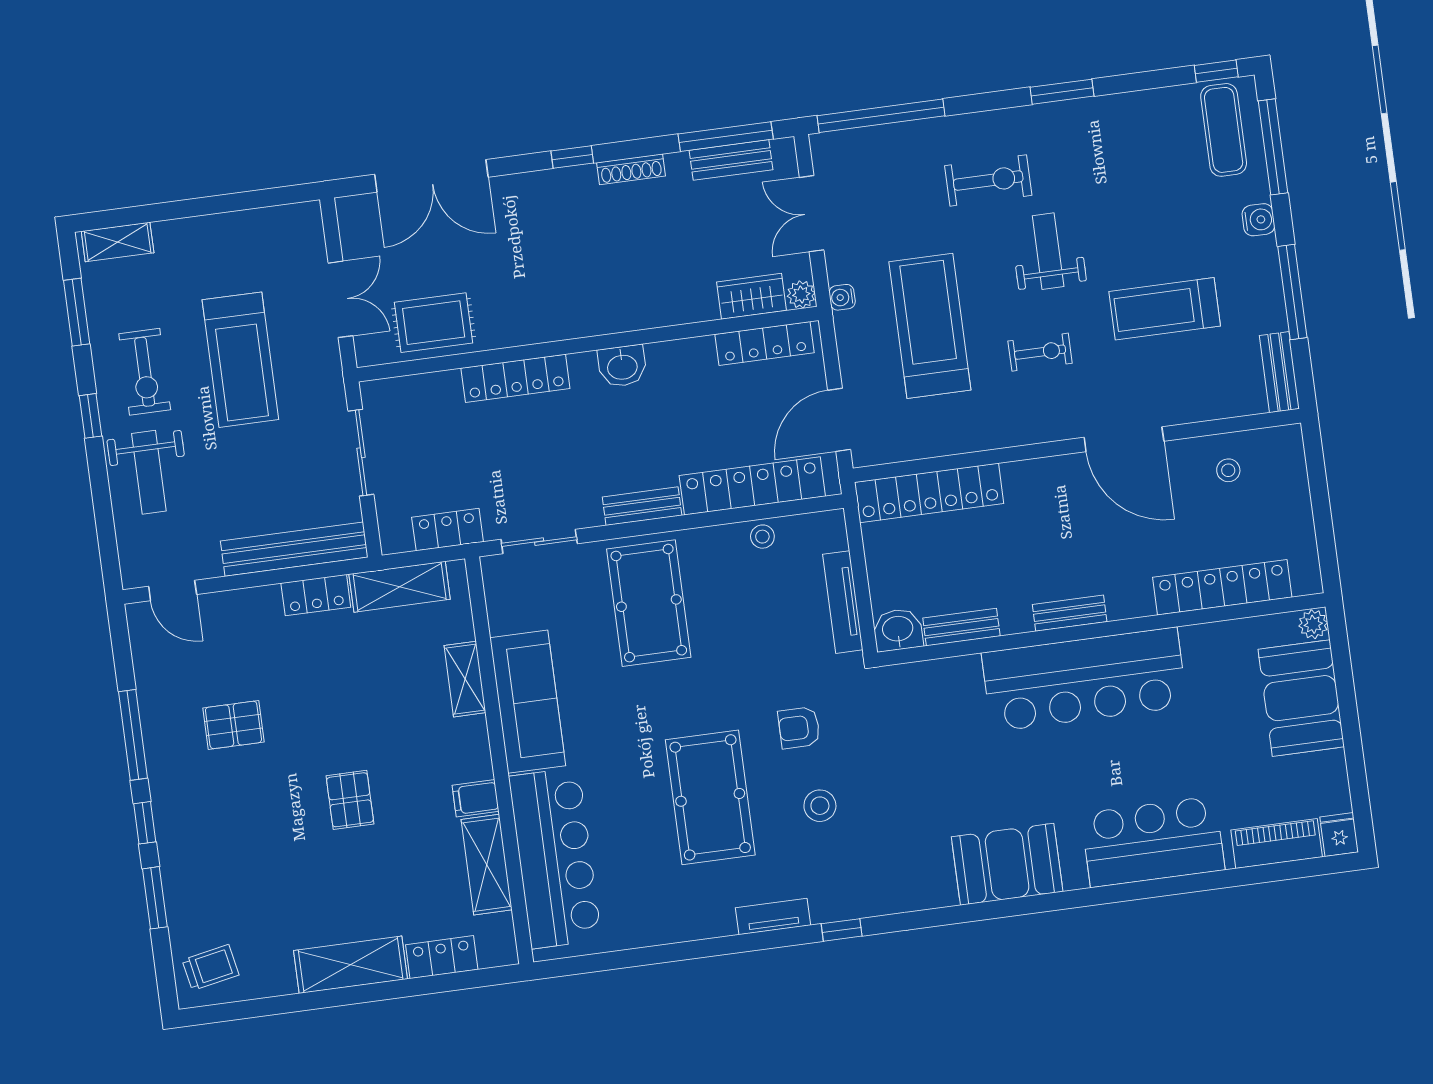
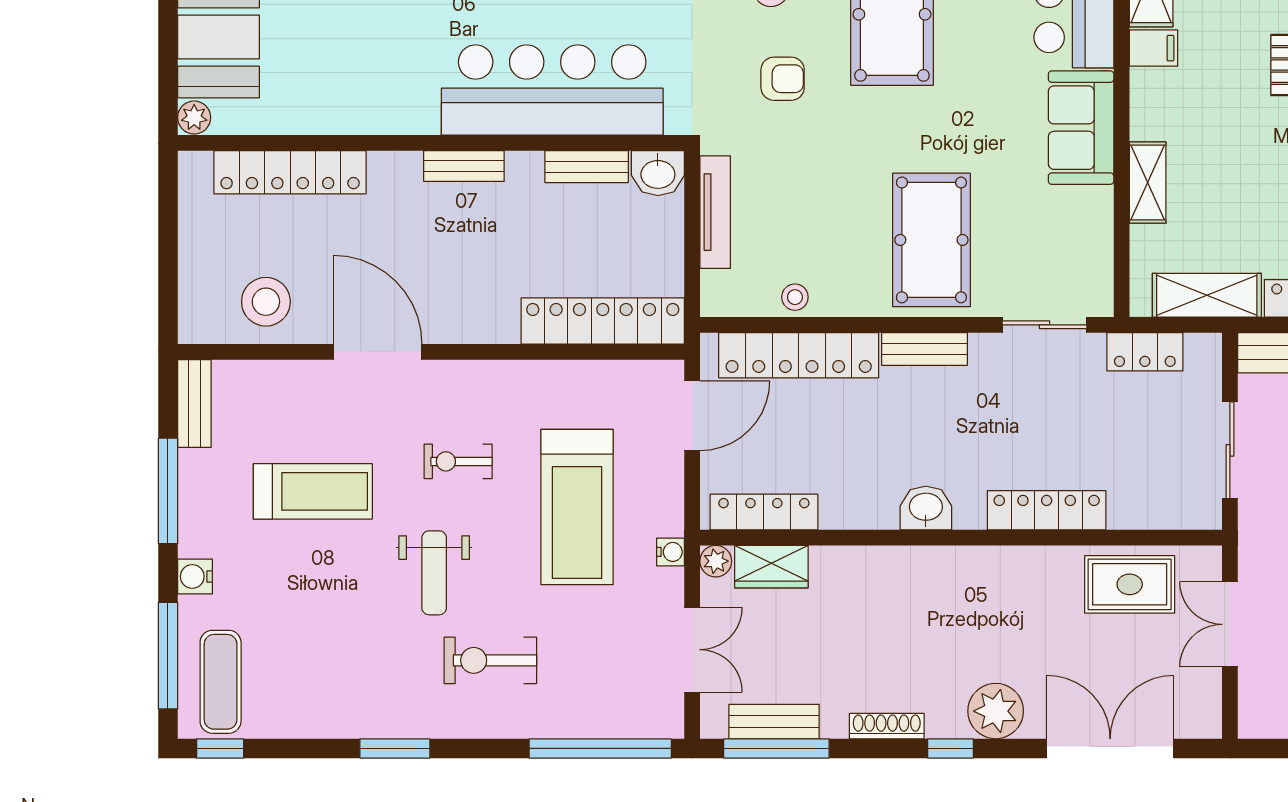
plant: (537, 195) -> (996, 711), added
stool: (1228, 470) -> (266, 302), width x1.89, depth x1.89
bar counter: (1084, 679) -> (552, 90), moved
sofa: (528, 702) -> (1081, 128), width x0.73

